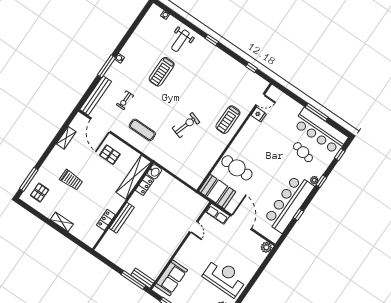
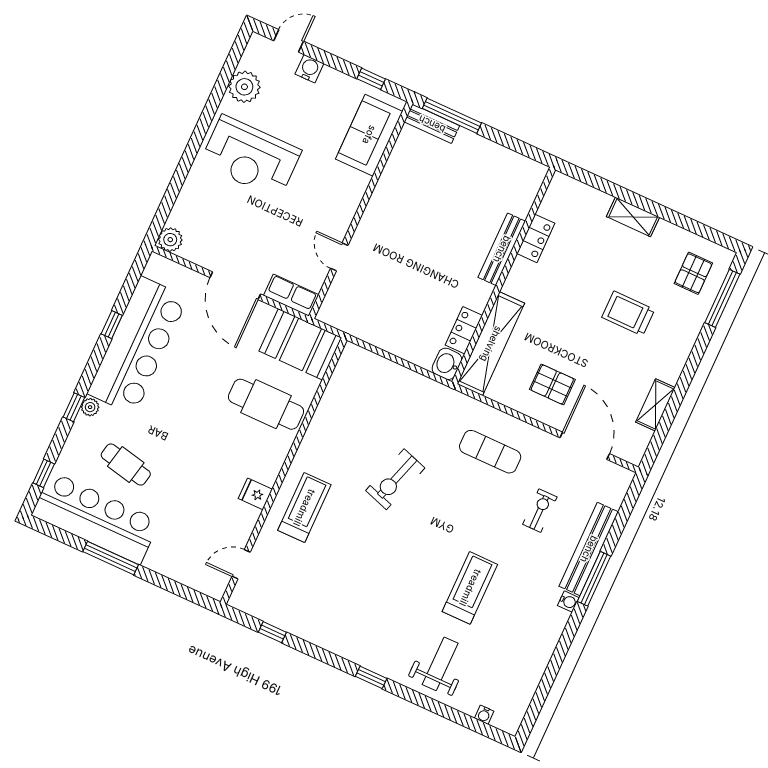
bench: (96, 96) -> (589, 549), moved
fridge: (259, 115) -> (255, 494), moved

